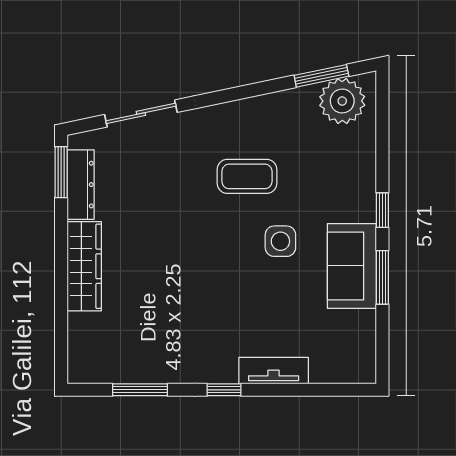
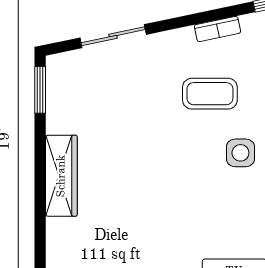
bookcase: (255, 106) -> (217, 29), added
dresser: (81, 185) -> (58, 101), removed

